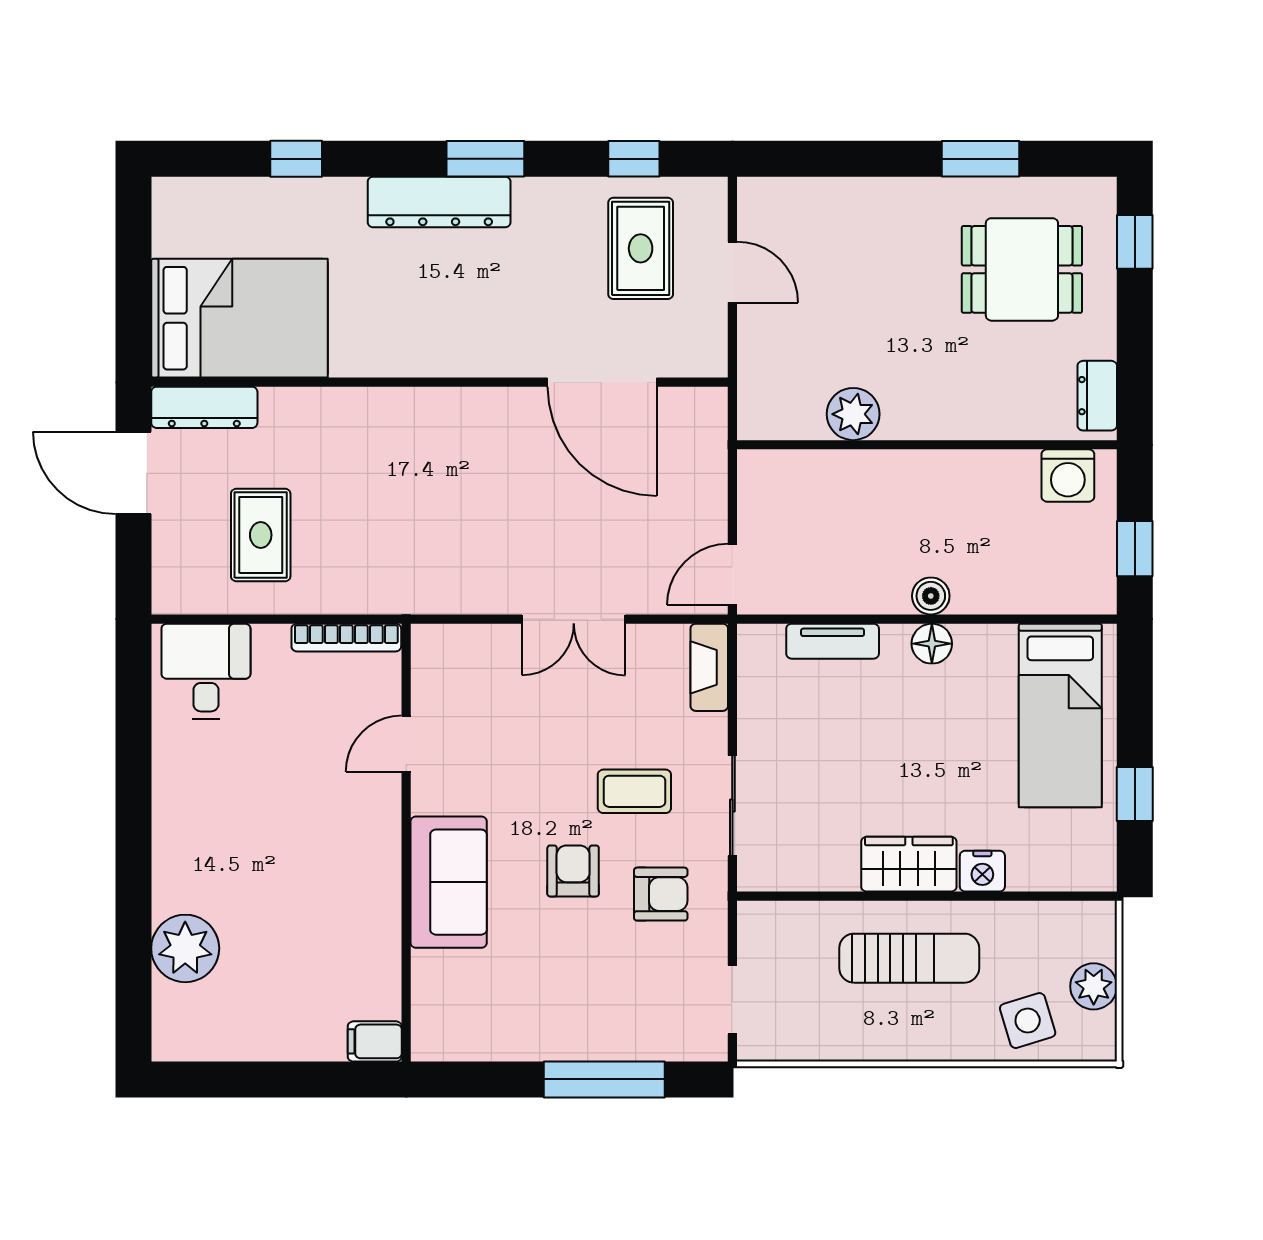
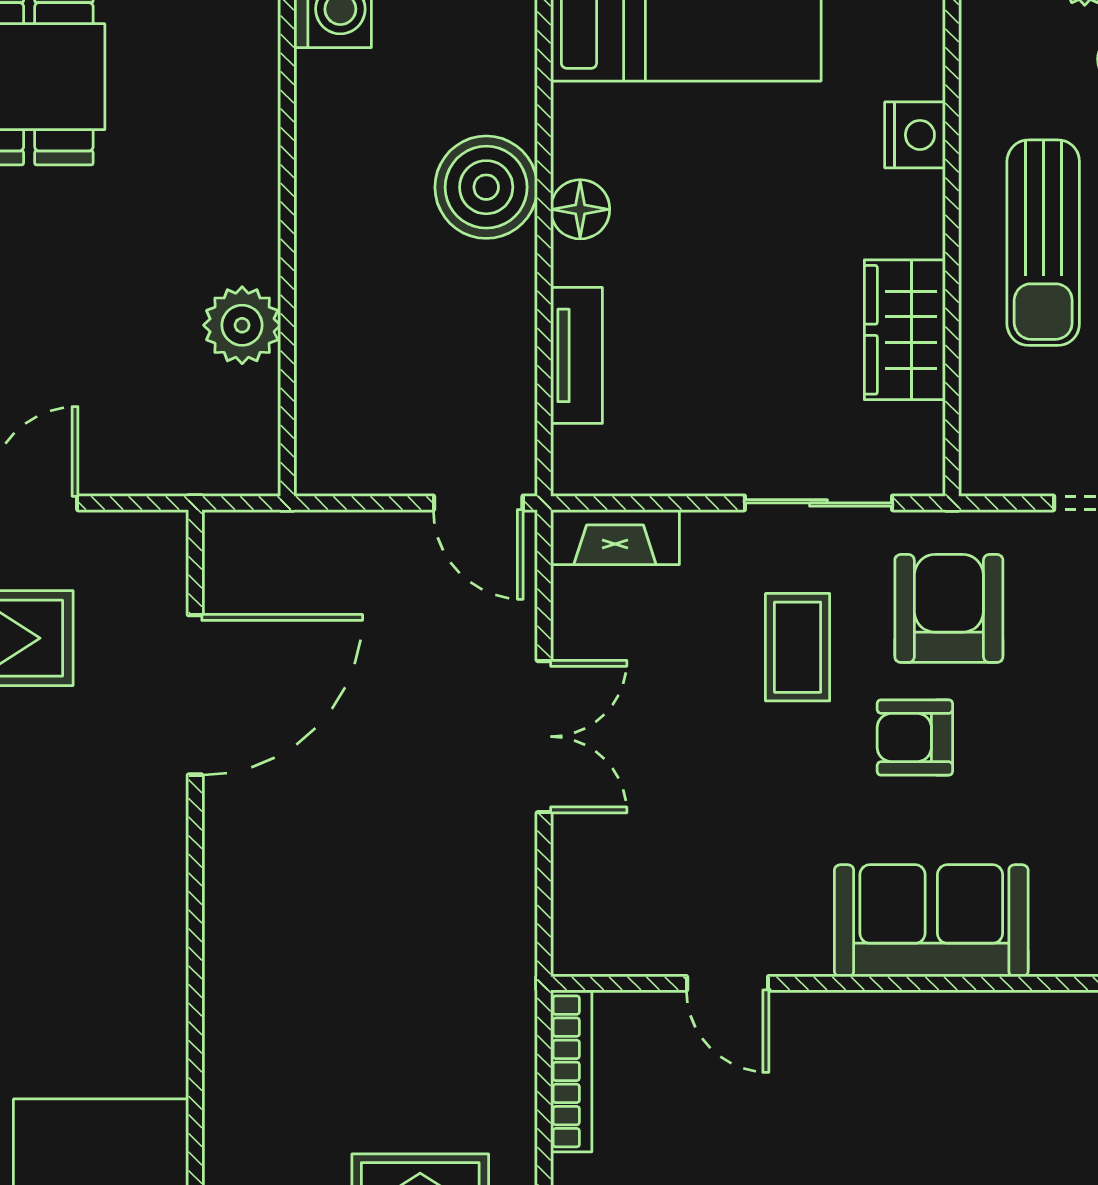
boiler: (931, 596) -> (486, 187), width x1.86, depth x1.86
wardrobe: (909, 864) -> (905, 330), moved
armchair: (661, 894) -> (949, 608), width x1.38, depth x1.38
sun lounger: (909, 958) -> (1043, 243), turned 180

